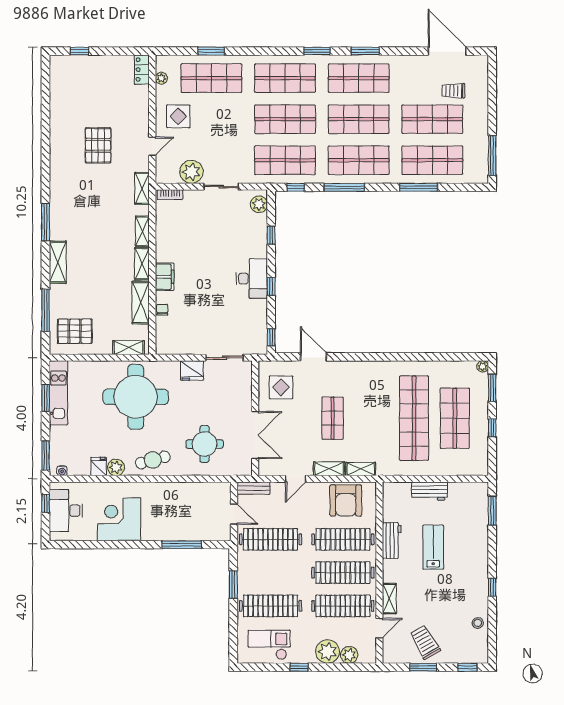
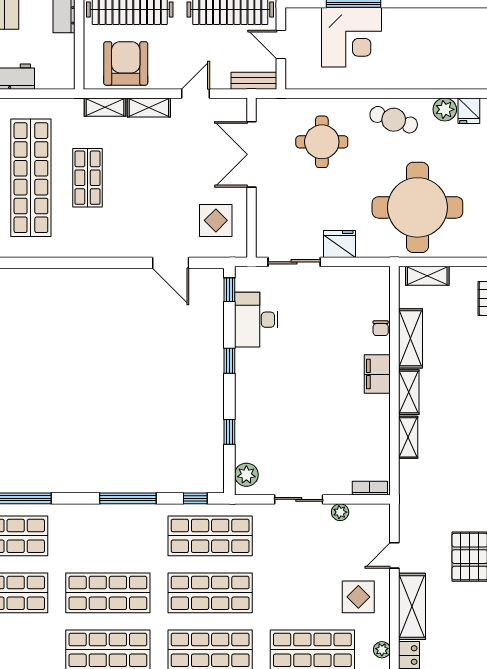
shop shelf: (359, 160) -> (108, 536), removed
plant: (191, 172) -> (340, 512), width x0.53, depth x0.53
shelving: (142, 188) -> (412, 606), moved, width x1.50, depth x1.33
desk: (252, 279) -> (256, 320), moved
shop shelf: (333, 418) -> (88, 178), moved
cafe table: (153, 460) -> (394, 120), turned 33
corner desk: (119, 519) -> (352, 37), moved

